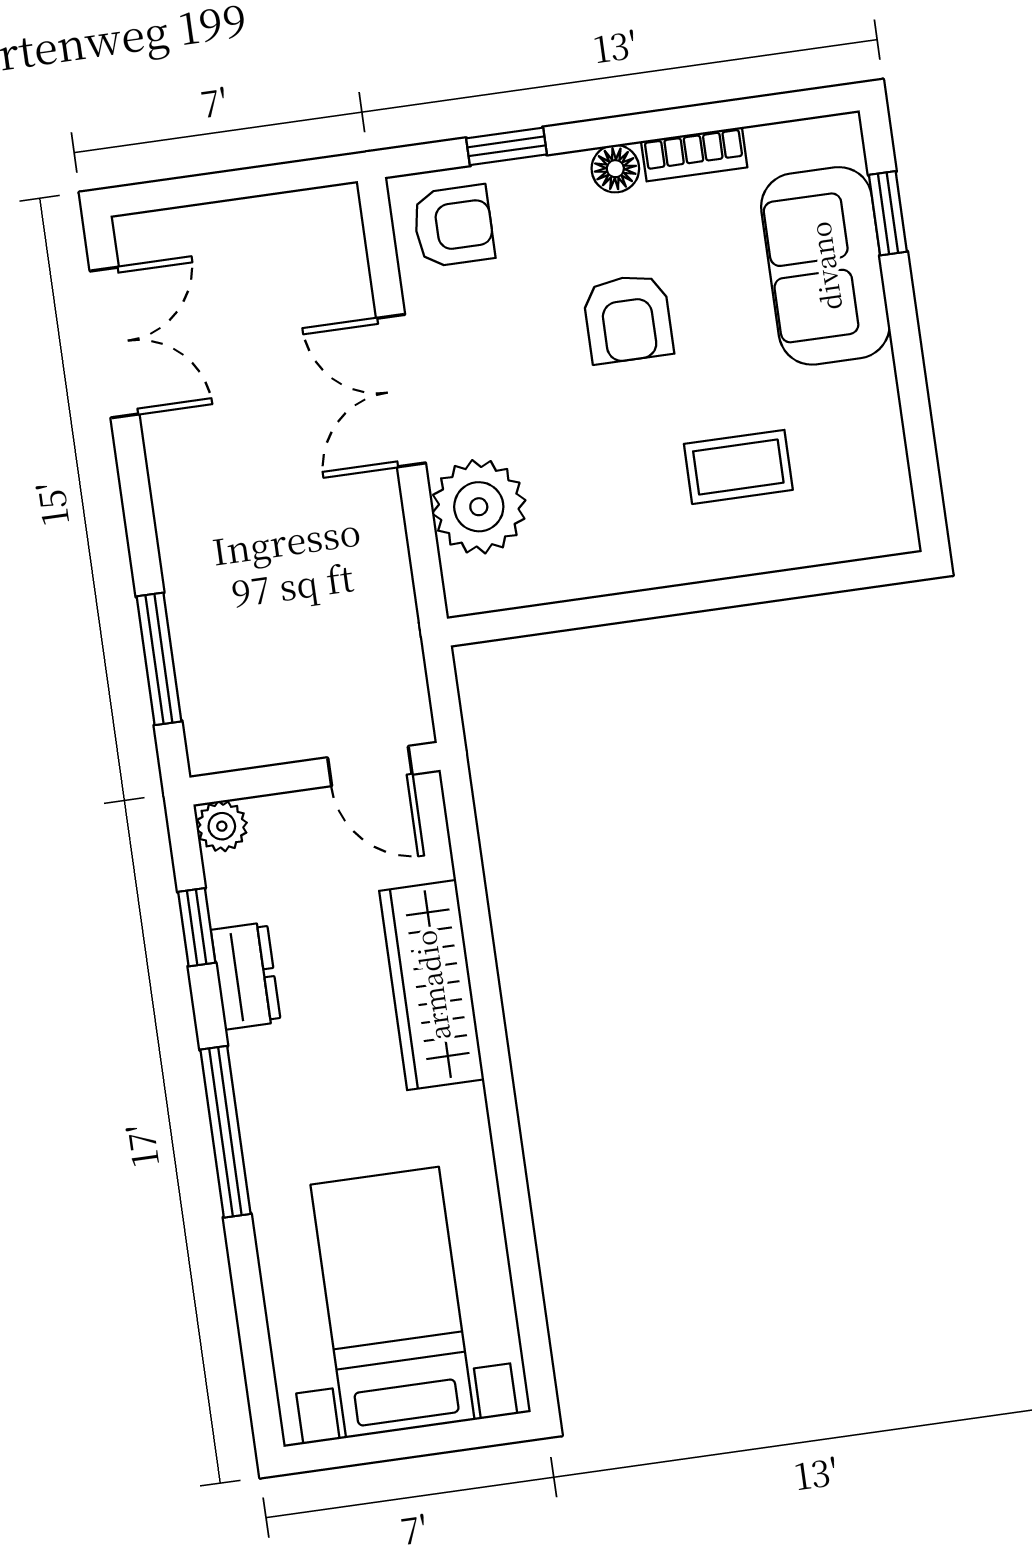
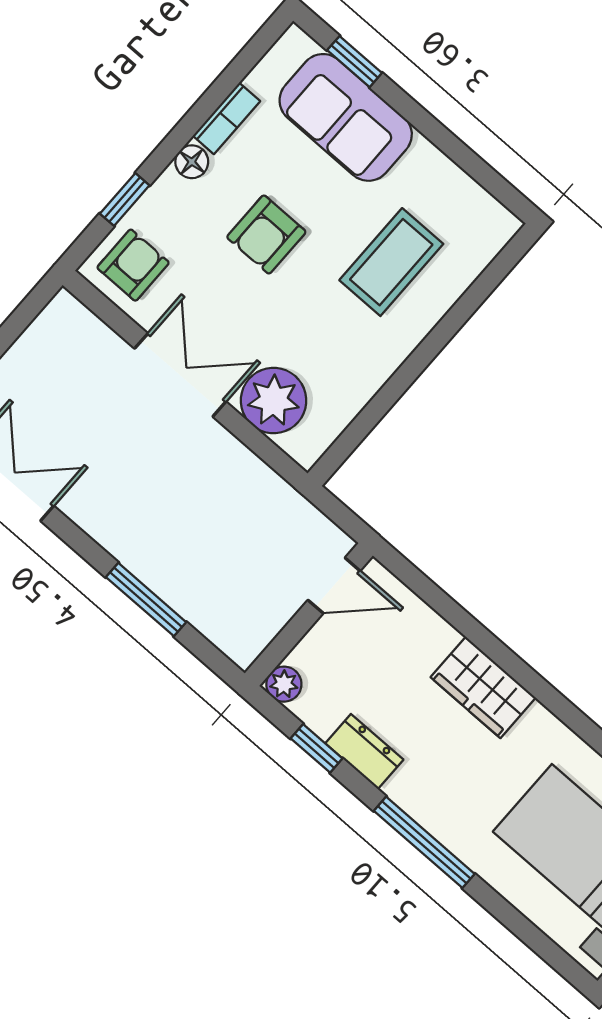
armchair: (628, 319) -> (266, 234), turned 90
double door: (401, 391) -> (180, 375), swing flipped
coffee table: (738, 467) -> (391, 262), width x1.36, depth x1.30
window: (159, 659) -> (146, 600), moved
wardrobe: (432, 985) -> (483, 687), width x0.67

